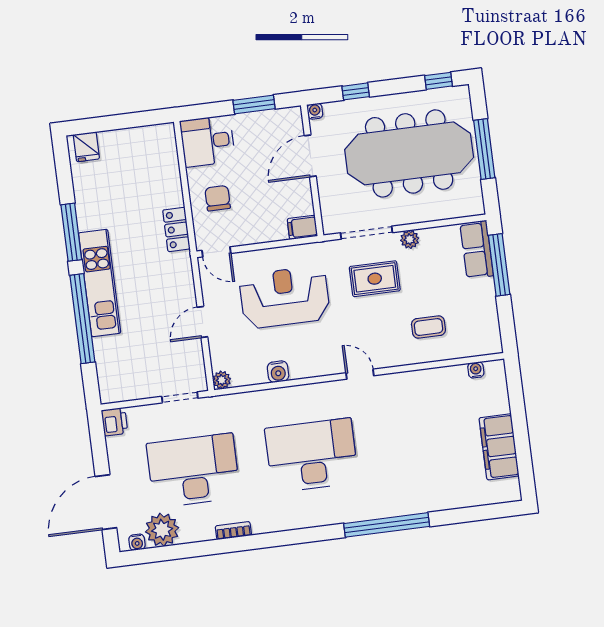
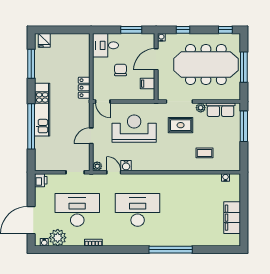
chair: (218, 198) -> (121, 70), moved
filing cabinet: (302, 227) -> (148, 84), moved
window: (71, 232) -> (31, 64), moved
row of seats: (477, 250) -> (221, 110), moved, turned -90
door: (360, 374) -> (114, 172), moved

